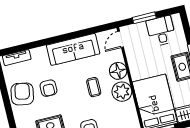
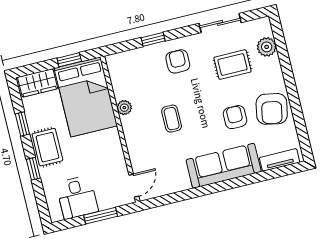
sofa: (73, 49) -> (224, 166), moved
floor lamp: (118, 71) -> (137, 141), removed
plant: (122, 92) -> (124, 108), width x0.53, depth x0.53

